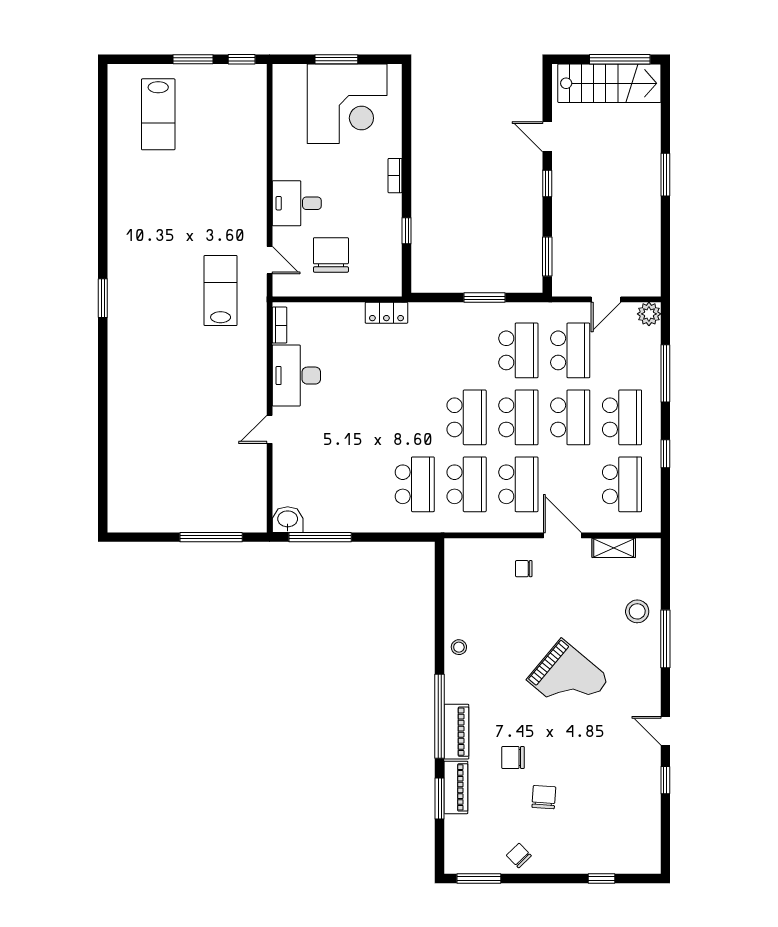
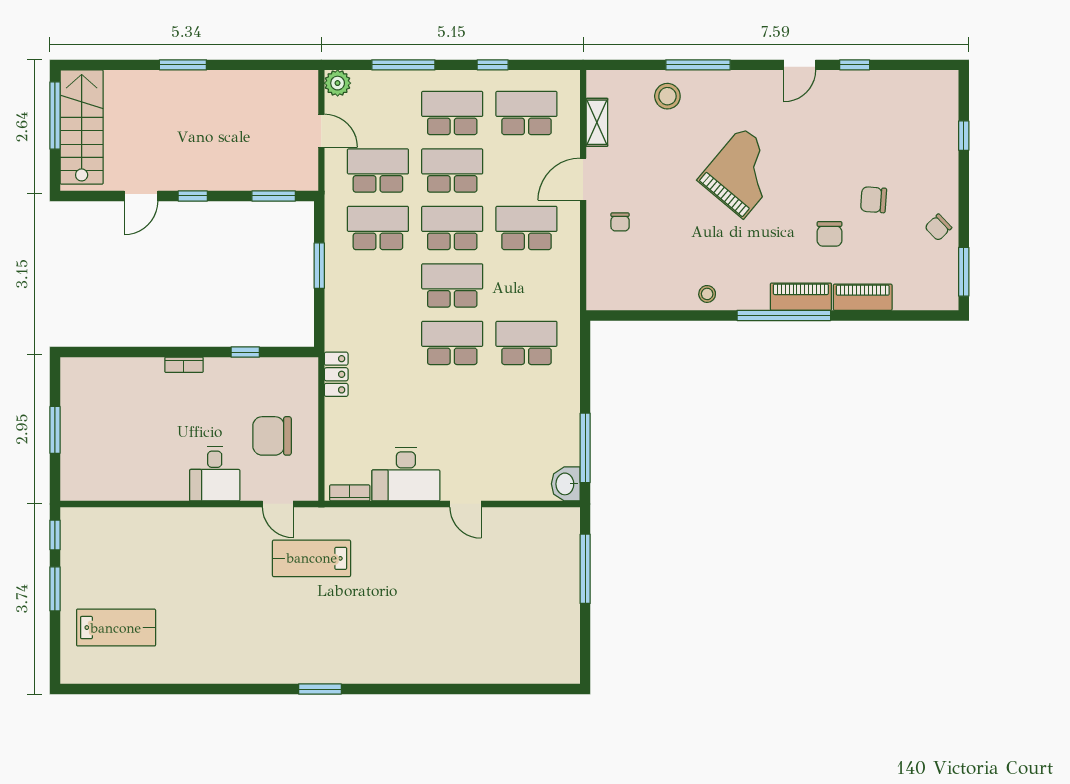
corner desk: (347, 104) -> (104, 418), removed
door: (270, 260) -> (278, 504), swing flipped
school desk: (467, 484) -> (452, 343), moved
window: (440, 799) -> (875, 315), removed

